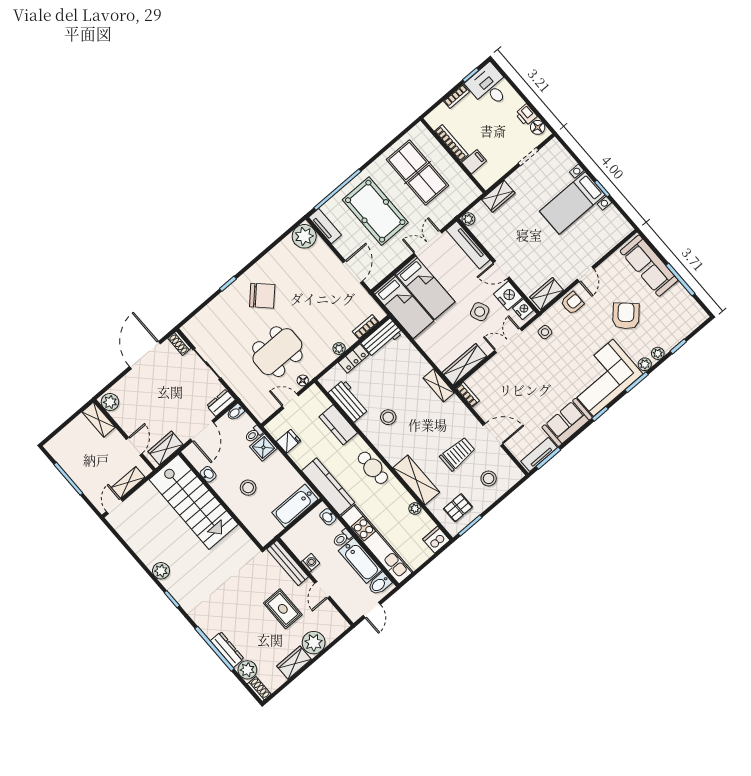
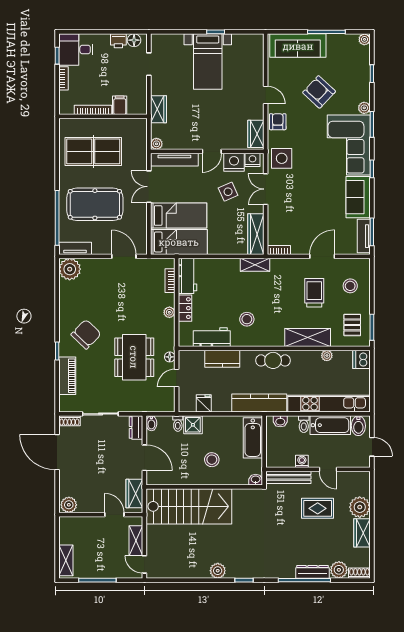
piano: (215, 310) -> (67, 376), added
side table: (545, 332) -> (282, 158), width x1.87, depth x1.87
plant: (658, 353) -> (364, 39), moved
shelving: (99, 420) -> (66, 560), moved, turned 90
washbasin: (208, 474) -> (256, 480), moved

